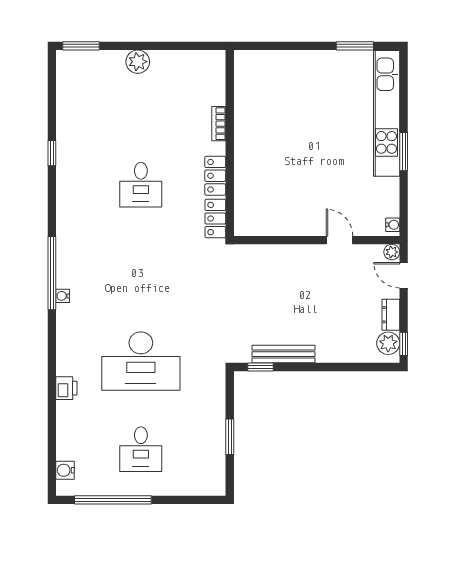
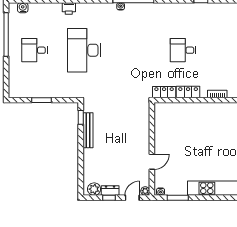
window: (404, 152) -> (178, 198), moved
window: (404, 344) -> (109, 198), moved

